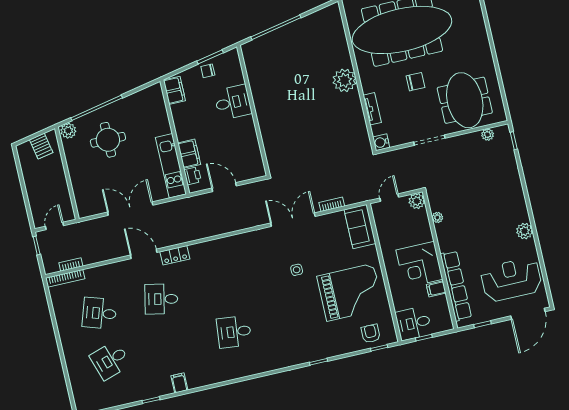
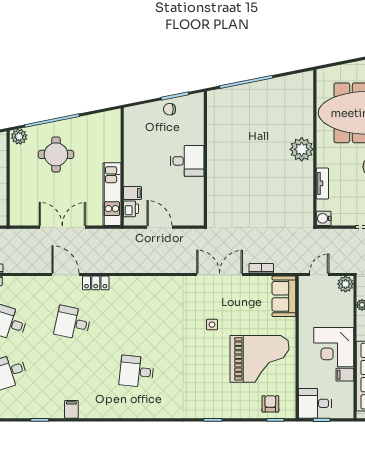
filing cabinet: (174, 90) -> (132, 121), removed
desk: (233, 102) -> (187, 161), moved
filing cabinet: (189, 154) -> (133, 193), width x0.50

